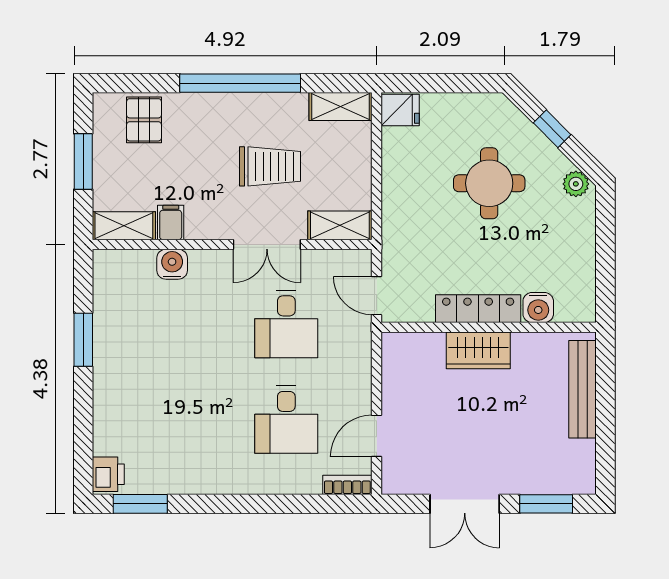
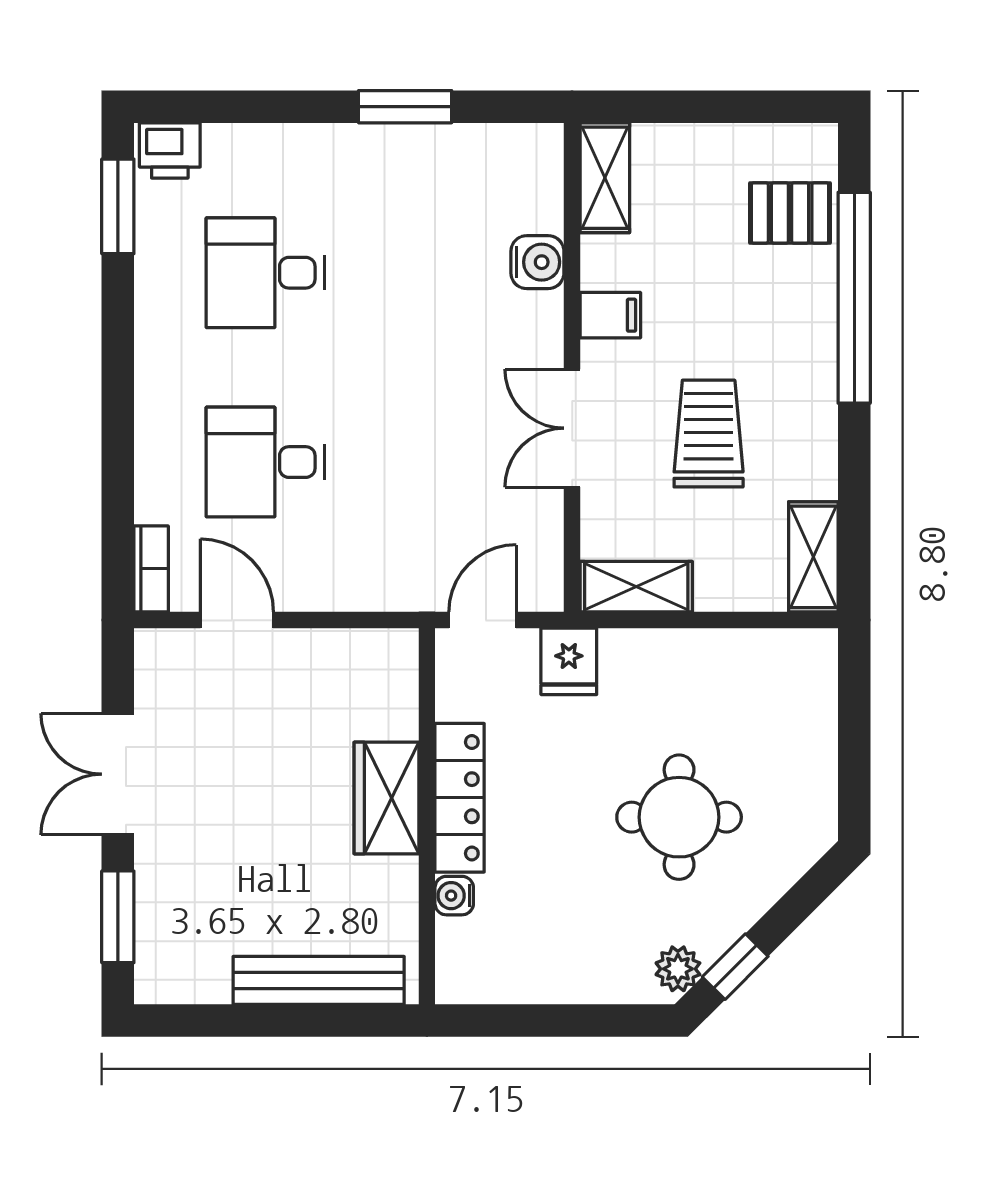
window: (240, 83) -> (854, 298), moved
fridge: (400, 110) -> (569, 661), moved
window: (552, 129) -> (735, 967), moved
window: (83, 161) -> (717, 107), removed
trolley: (270, 166) -> (709, 434), turned 180
filing cabinet: (171, 223) -> (610, 315), moved
shelving: (340, 225) -> (636, 587), moved, turned 90
water cooler: (538, 308) -> (454, 896), width x0.72, depth x0.72
desk: (286, 324) -> (265, 273), moved

